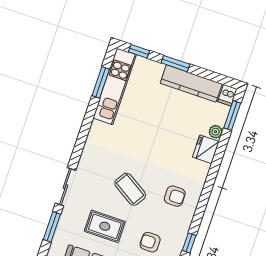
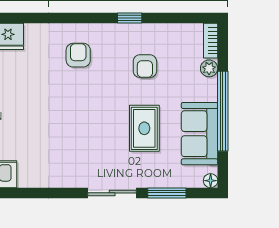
coffee table: (130, 189) -> (88, 113), removed

